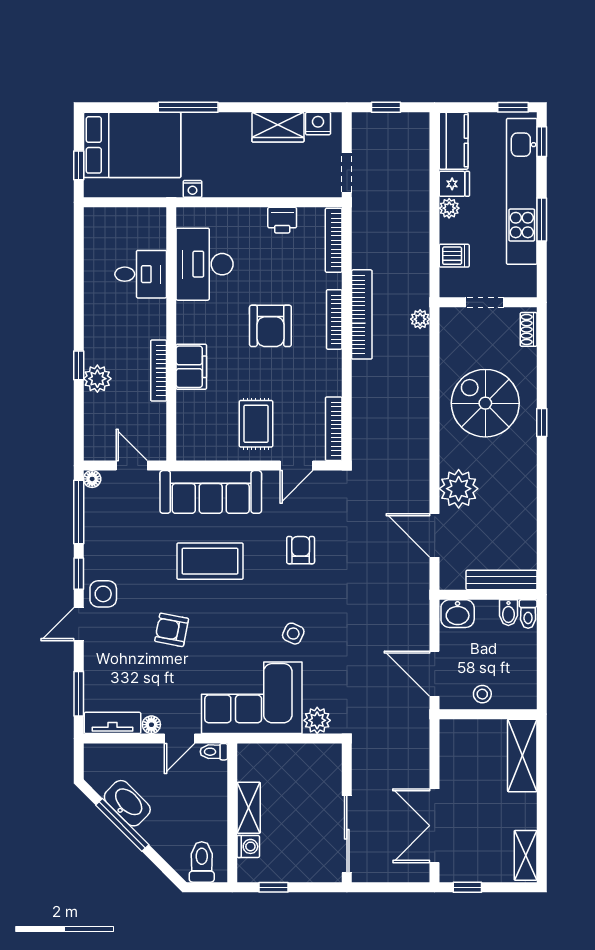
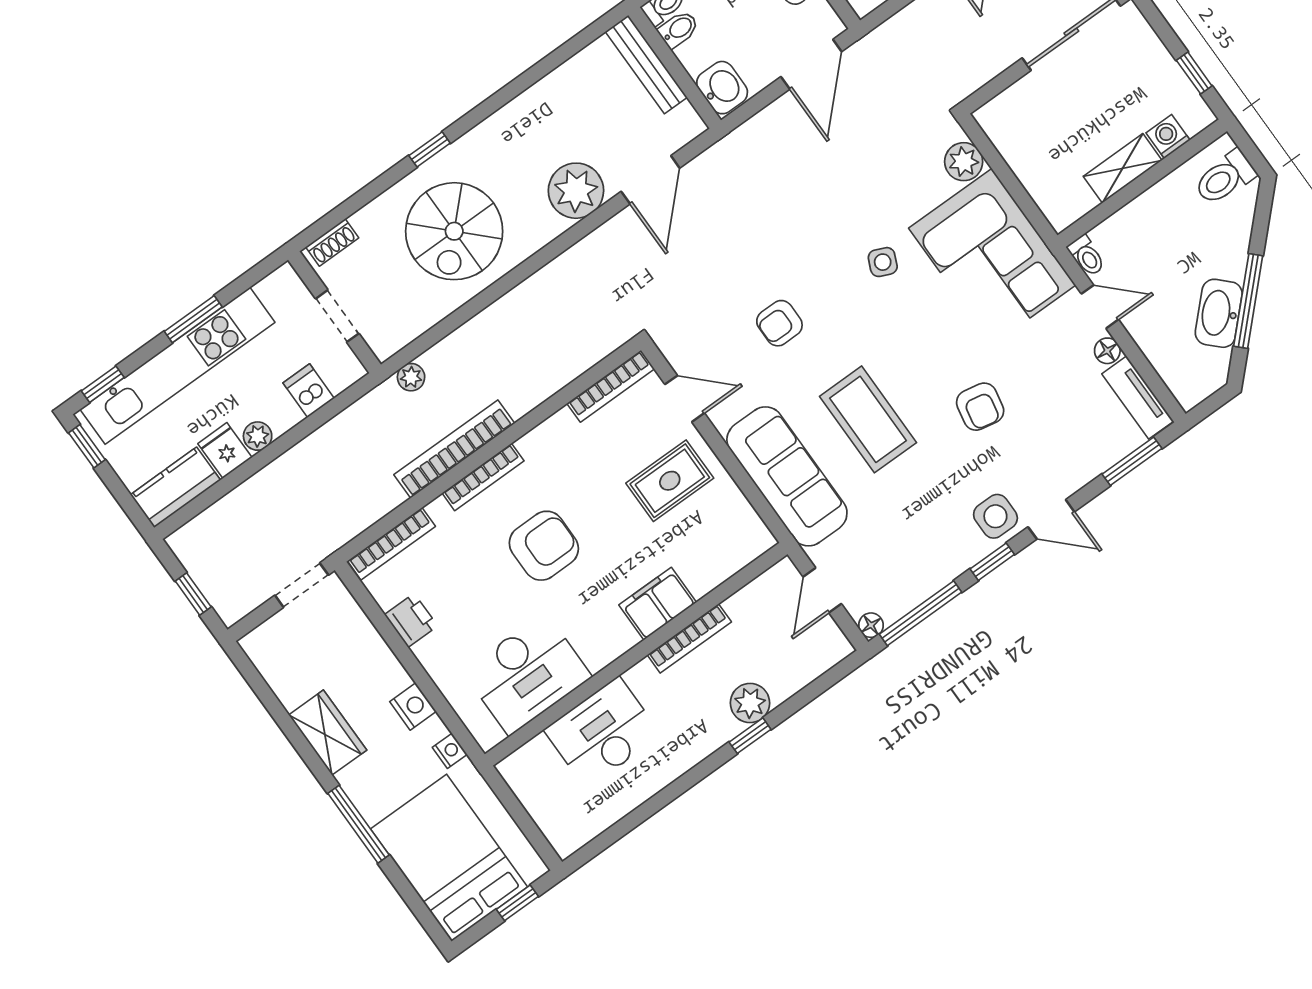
nightstand: (318, 124) -> (413, 707), moved, turned 180
wardrobe: (278, 127) -> (328, 732), moved
desk: (141, 274) -> (603, 732), width x1.37

